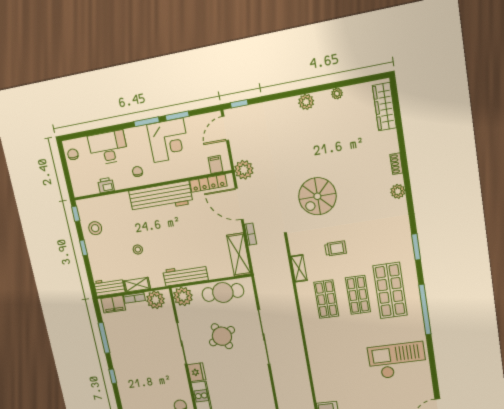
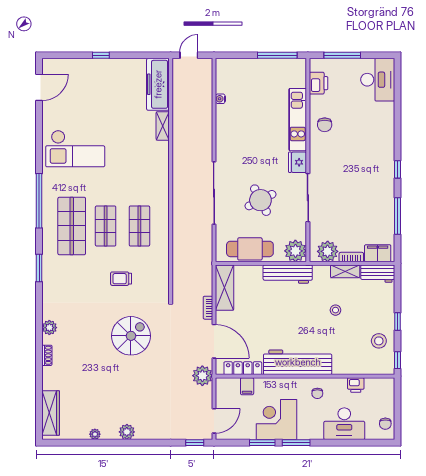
filing cabinet: (215, 164) -> (247, 386), moved
shelving: (299, 268) -> (163, 126), moved

